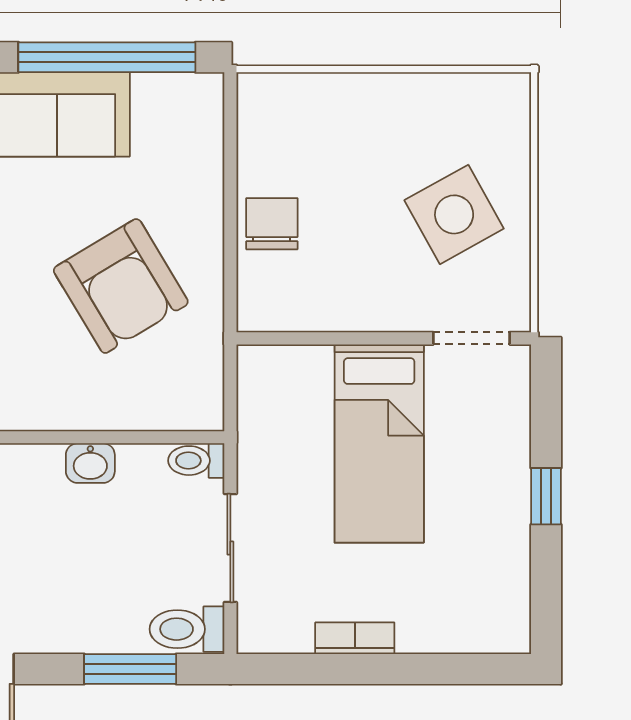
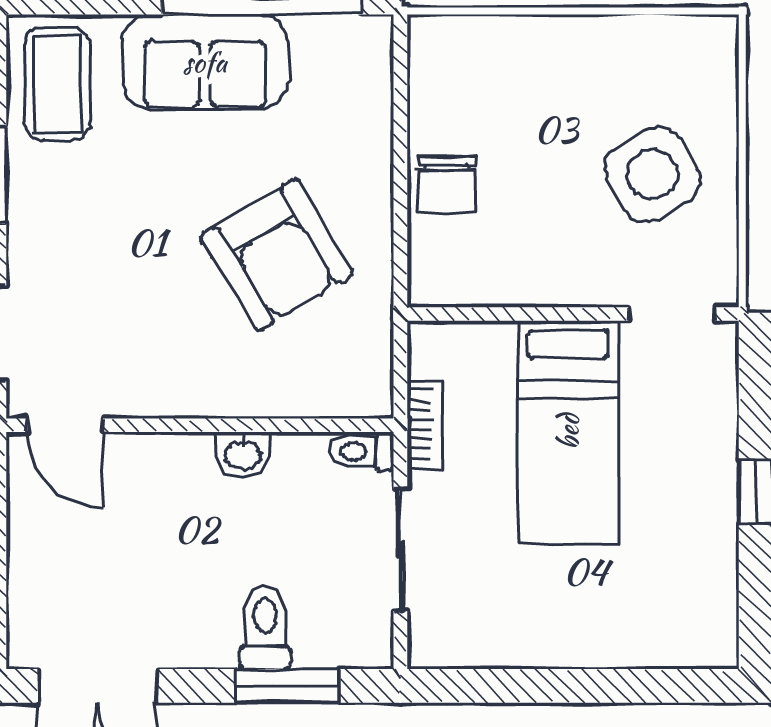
chair: (272, 224) -> (447, 185), turned 180
toilet: (187, 629) -> (265, 627), moved, turned 90
bookcase: (355, 638) -> (425, 425), moved, turned 90

